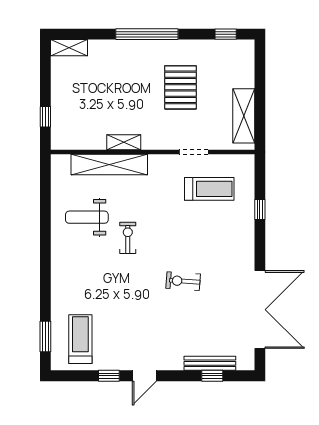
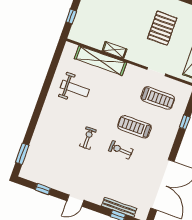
weight bench: (87, 217) -> (75, 89), turned 180
exercise bike: (128, 238) -> (88, 138), moved
treadmill: (80, 339) -> (134, 127), moved, turned -90
window: (109, 376) -> (43, 189), moved

